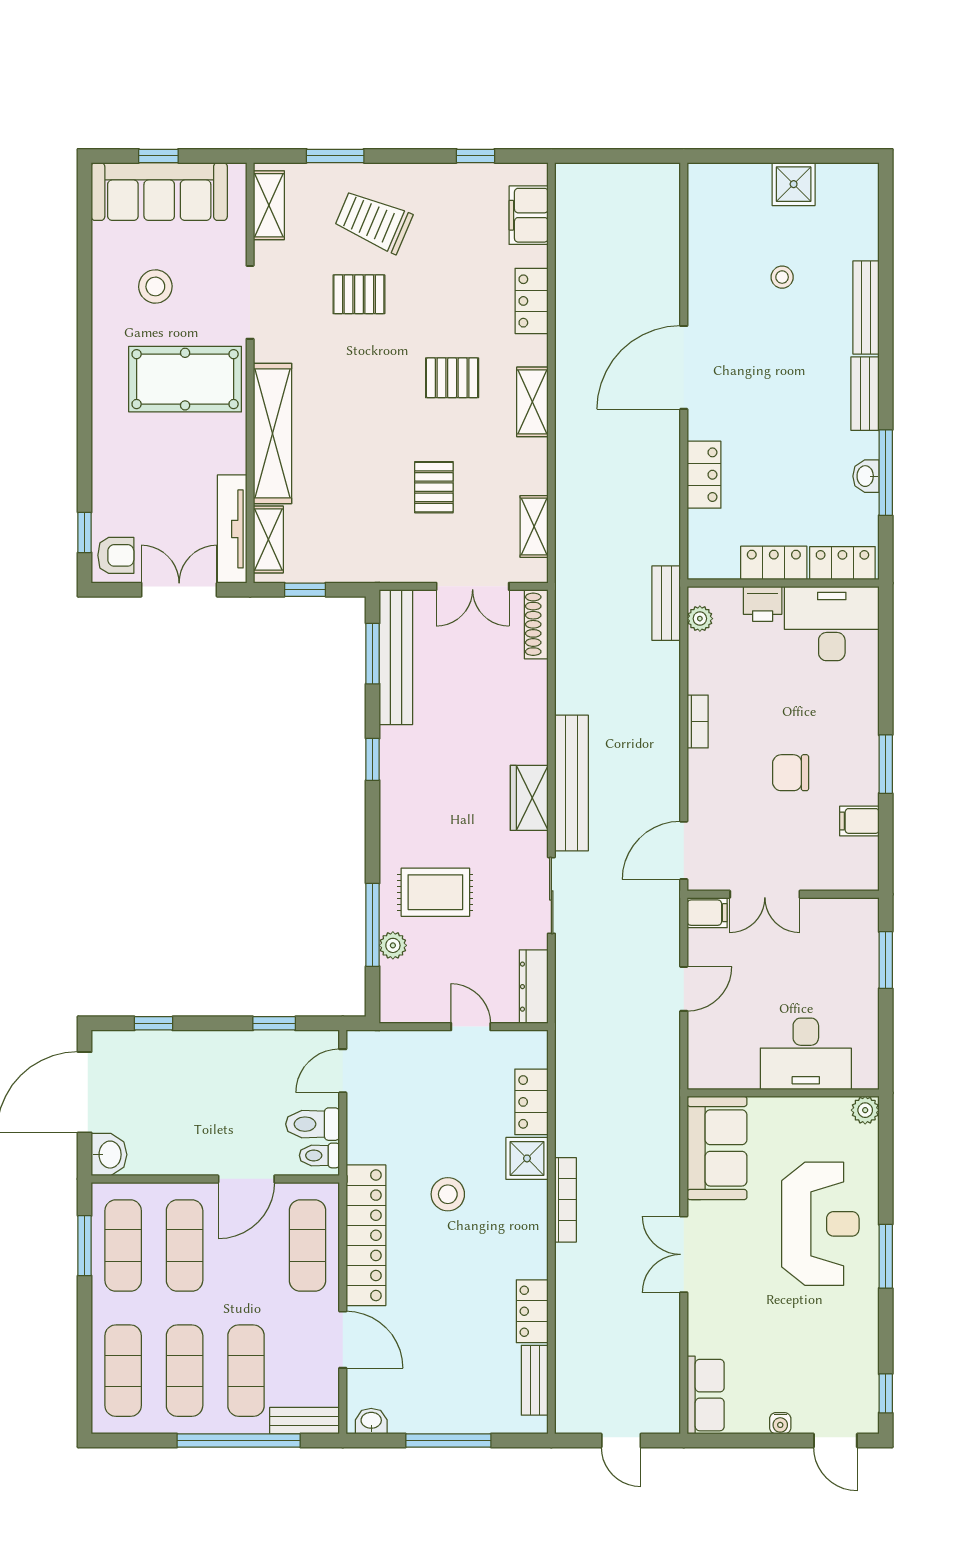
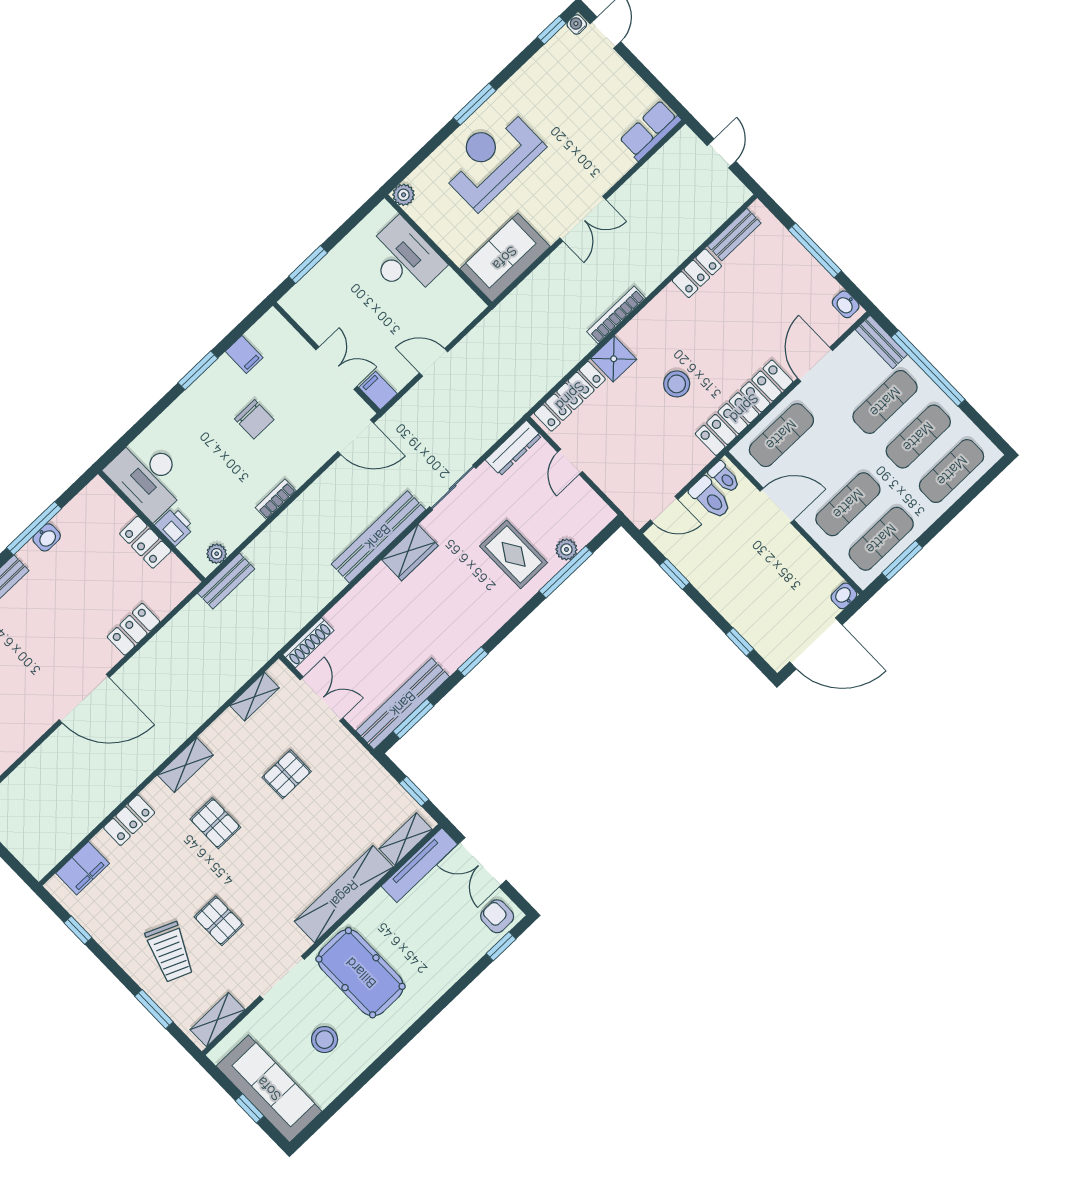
locker: (842, 563) -> (108, 504), removed
locker: (531, 1102) -> (570, 396), width x1.53
washbasin: (109, 1155) -> (844, 596), width x0.72, depth x0.69
water cooler: (780, 1423) -> (577, 25), moved, turned -90

